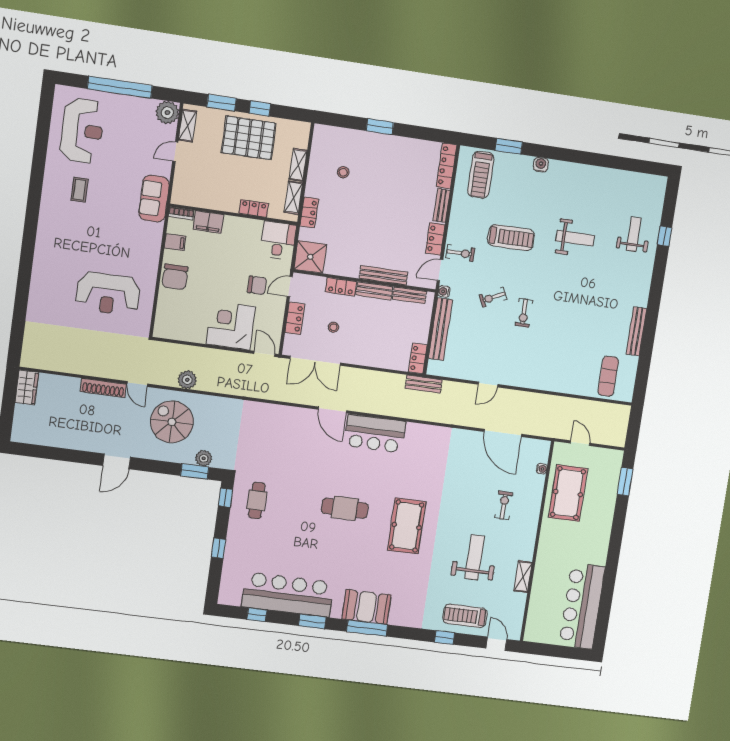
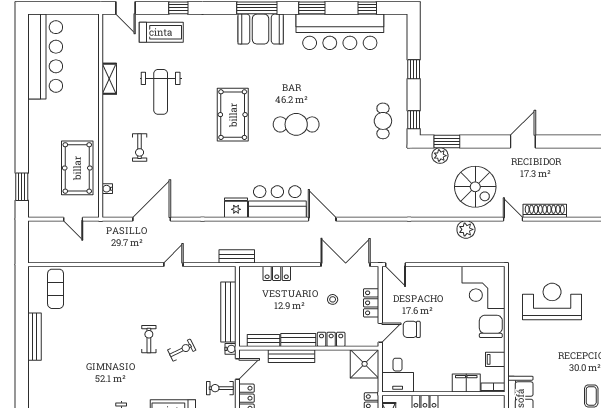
corner desk: (231, 325) -> (483, 287), moved, turned 90
locker: (418, 358) -> (277, 273), moved, turned 90
fridge: (417, 433) -> (236, 208), added
door: (503, 433) -> (152, 219), hinge flipped

